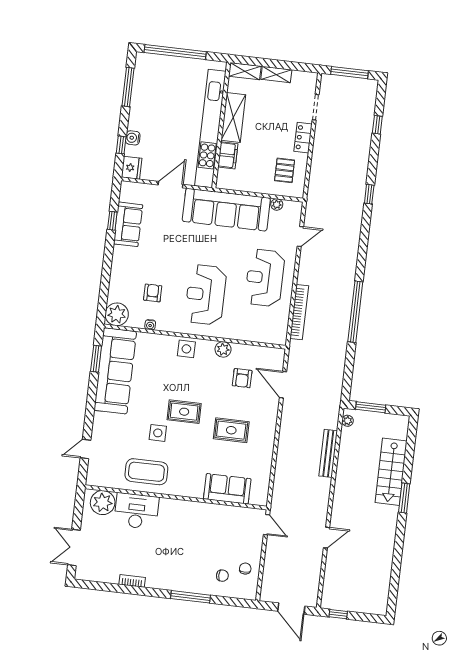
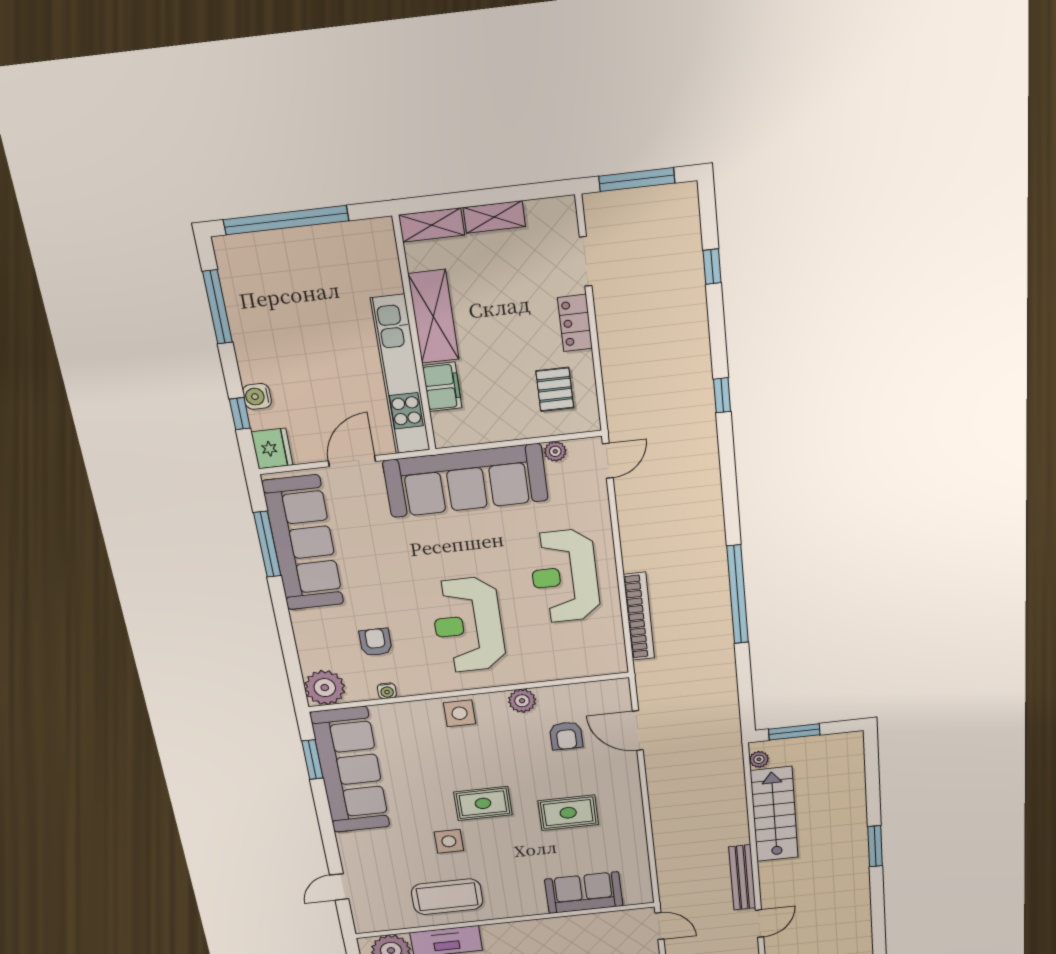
kitchen unit: (210, 129) -> (400, 375), width x0.73
window: (112, 221) -> (267, 544), width x2.17
sofa: (128, 224) -> (303, 543), width x1.85, depth x1.27
door: (300, 237) -> (608, 461), moved
bench: (328, 453) -> (742, 878), moved
stairs: (391, 472) -> (774, 814), moved, turned 180

